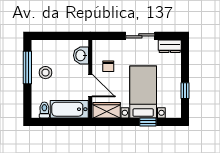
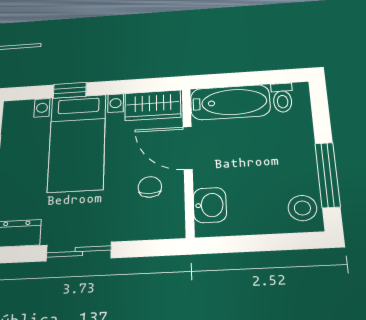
stool: (45, 73) -> (302, 208), moved

